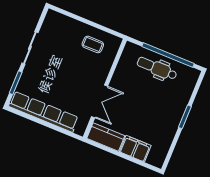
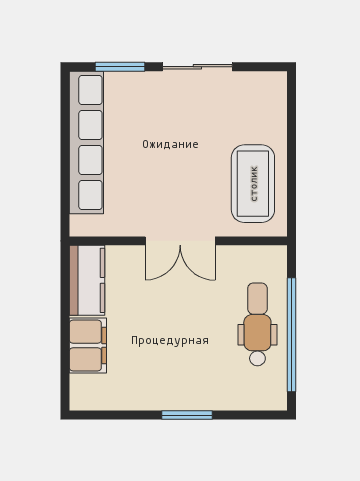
coffee table: (93, 44) -> (253, 184), width x1.86, depth x1.72
double door: (100, 101) -> (180, 241), moved

